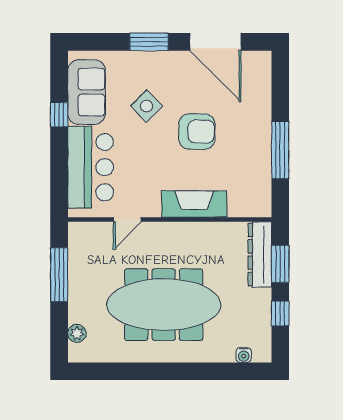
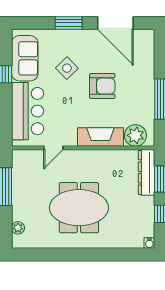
plant: (244, 202) -> (135, 135), added
meeting table: (164, 305) -> (79, 208), width x0.73
water cooler: (244, 355) -> (149, 243), moved

